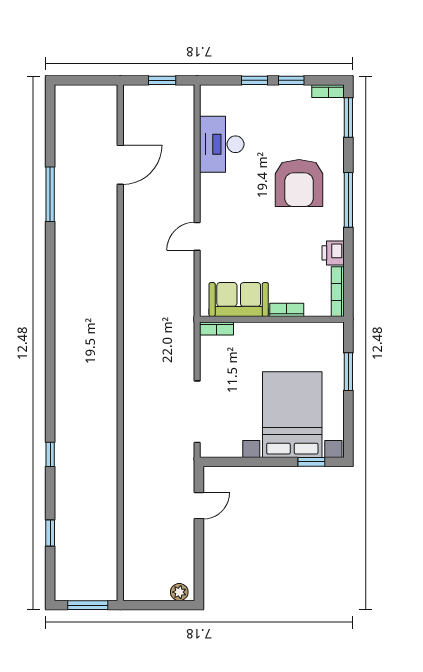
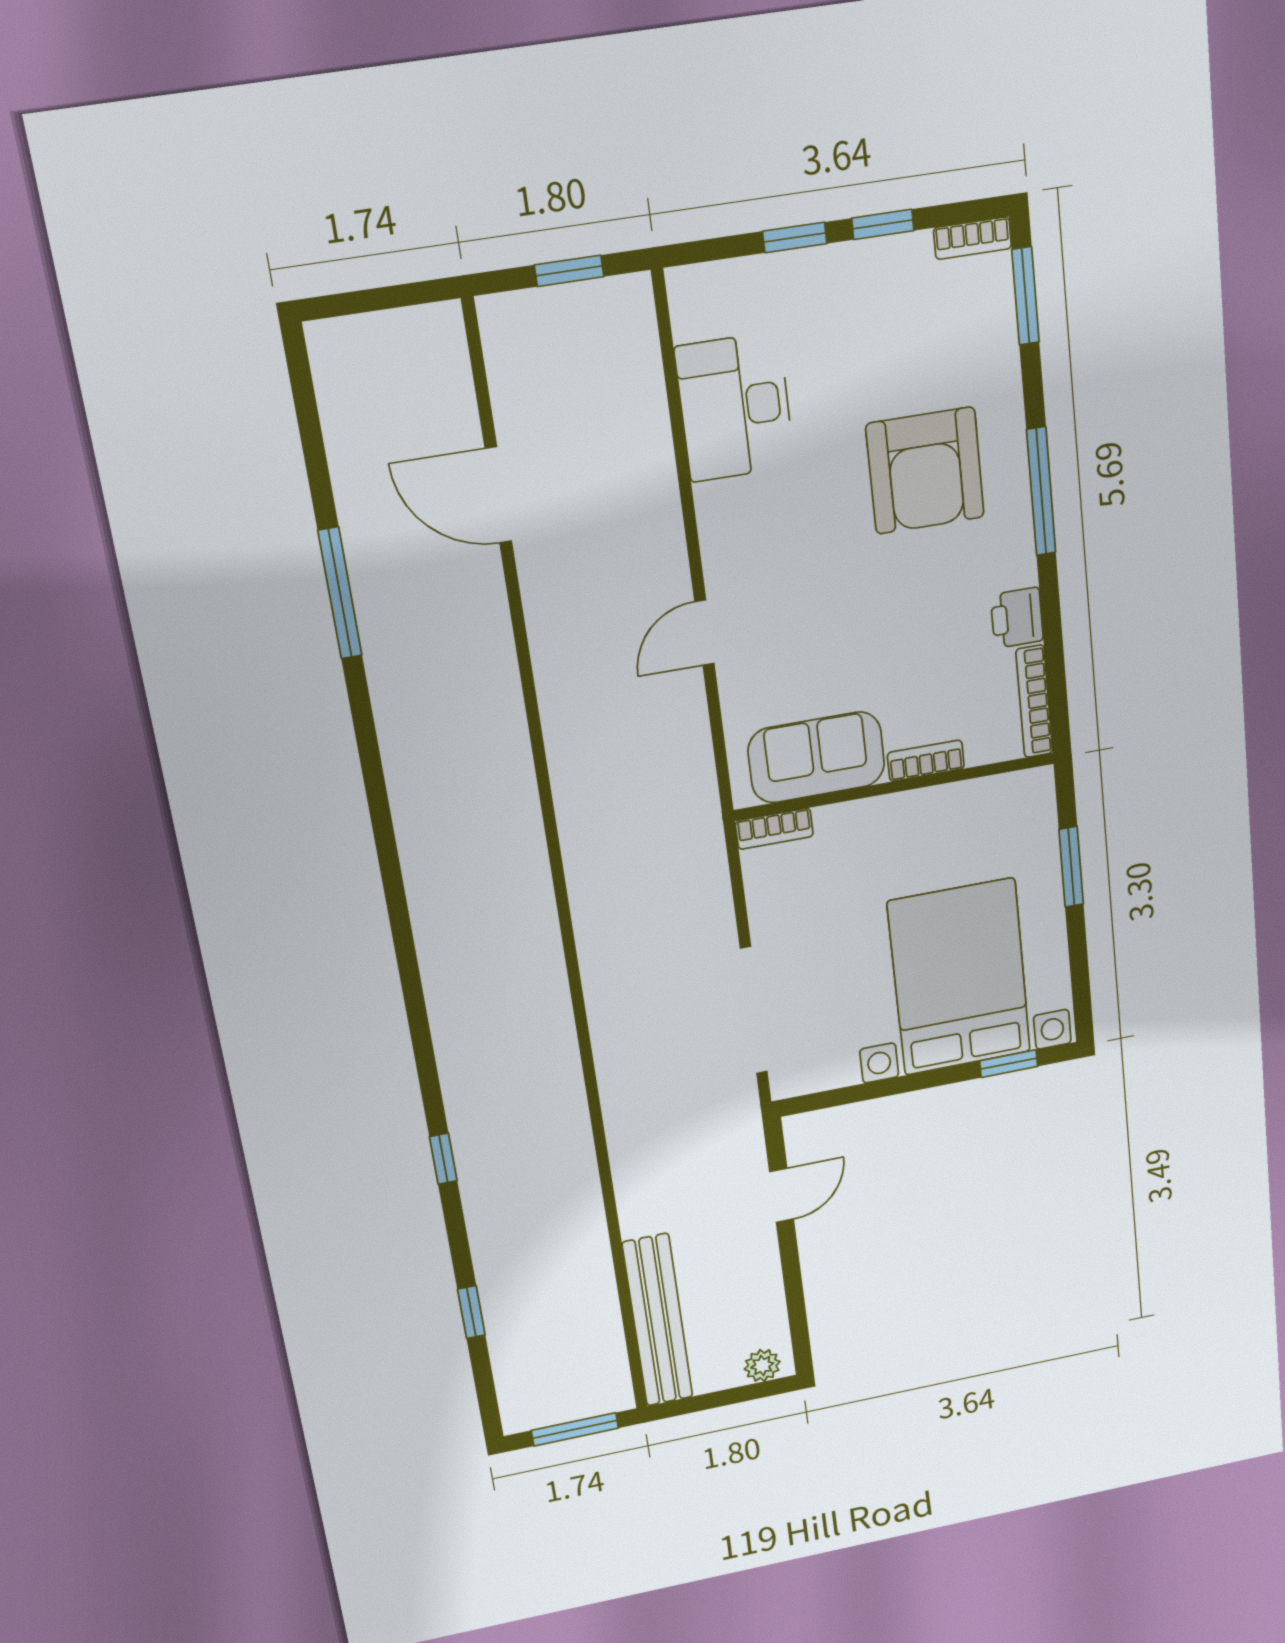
door: (120, 165) -> (498, 495), swing flipped
bench: (134, 557) -> (658, 1320), added

